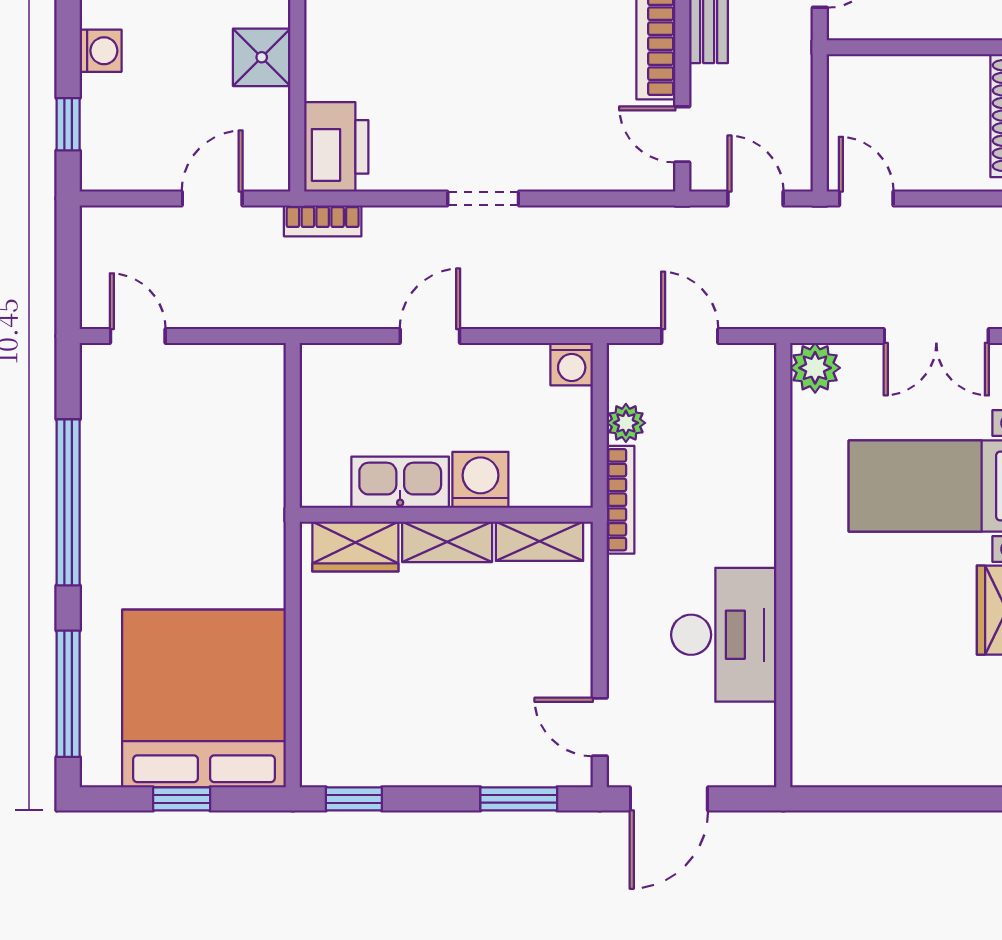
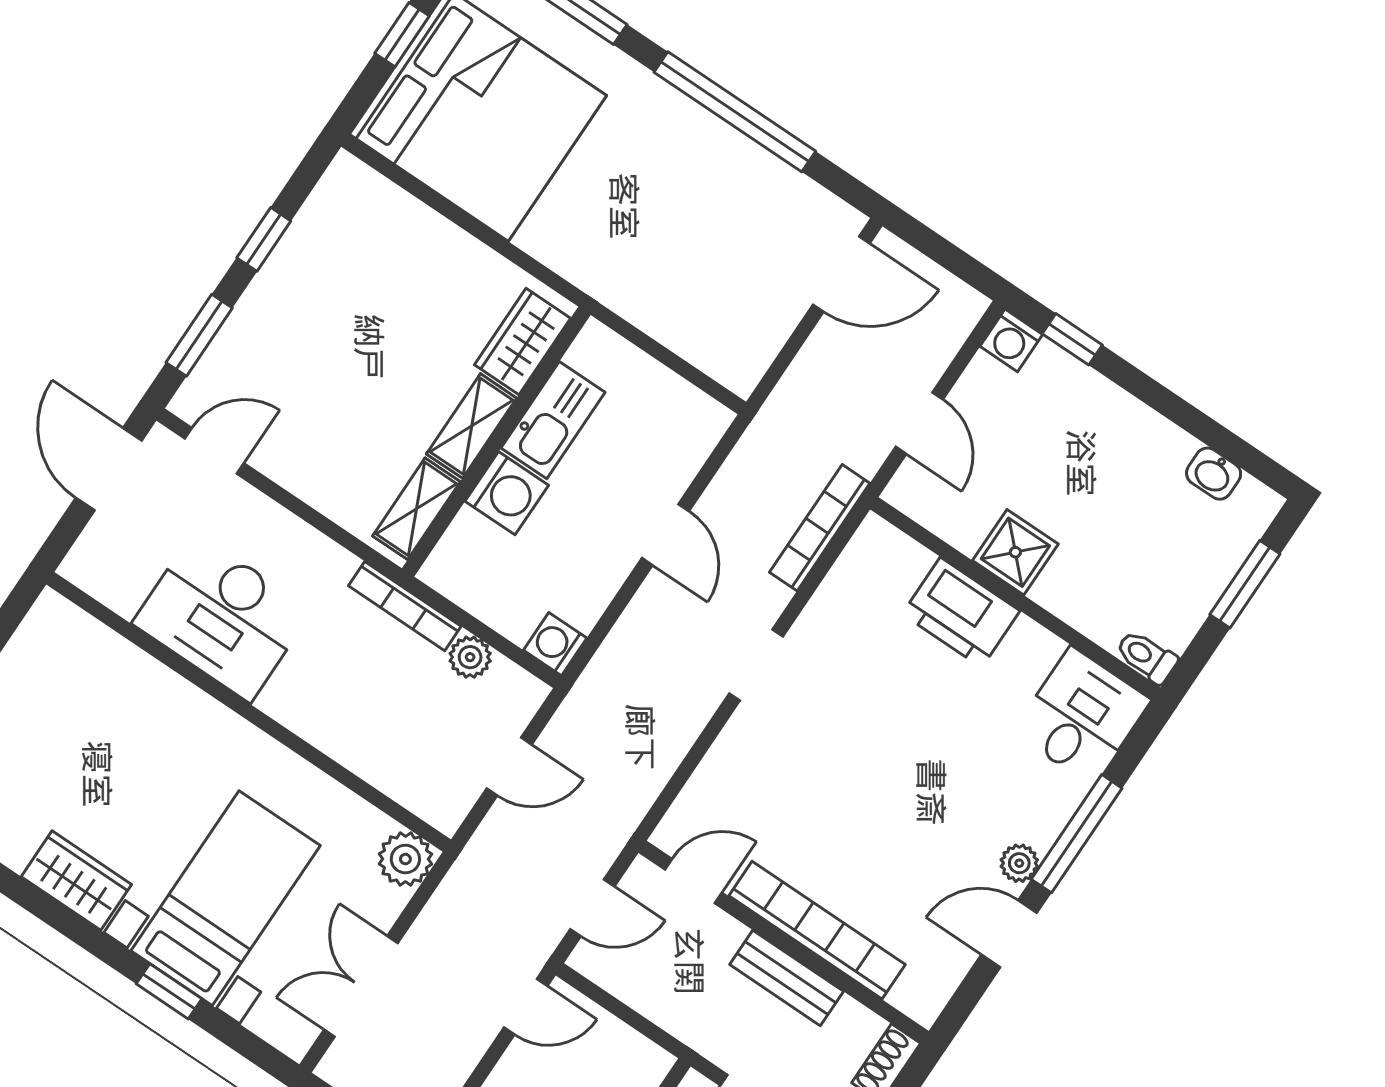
washing machine: (101, 51) -> (1011, 340), moved
printer: (336, 147) -> (961, 612), moved
bookcase: (323, 221) -> (820, 528), width x1.56
door: (138, 336) -> (841, 274), width x1.37
window: (354, 799) -> (264, 239), moved

